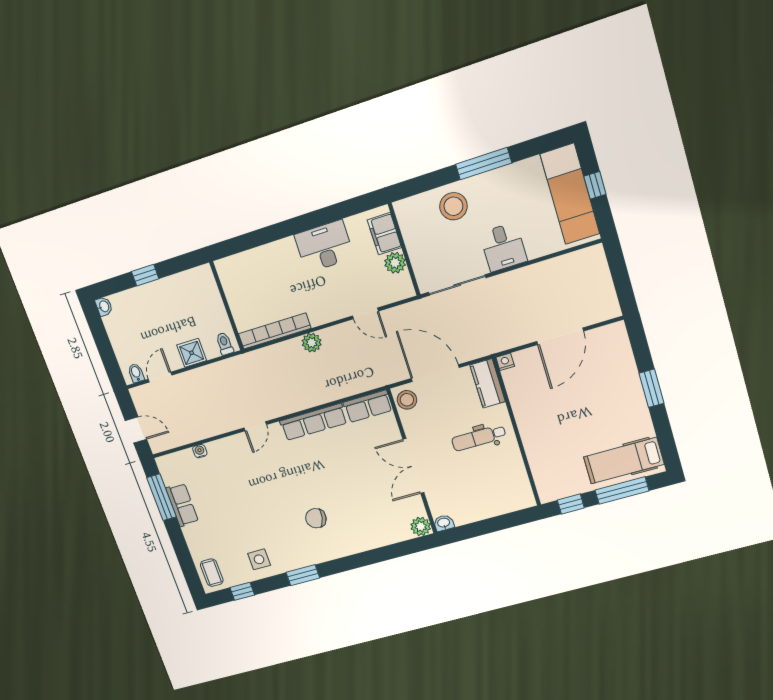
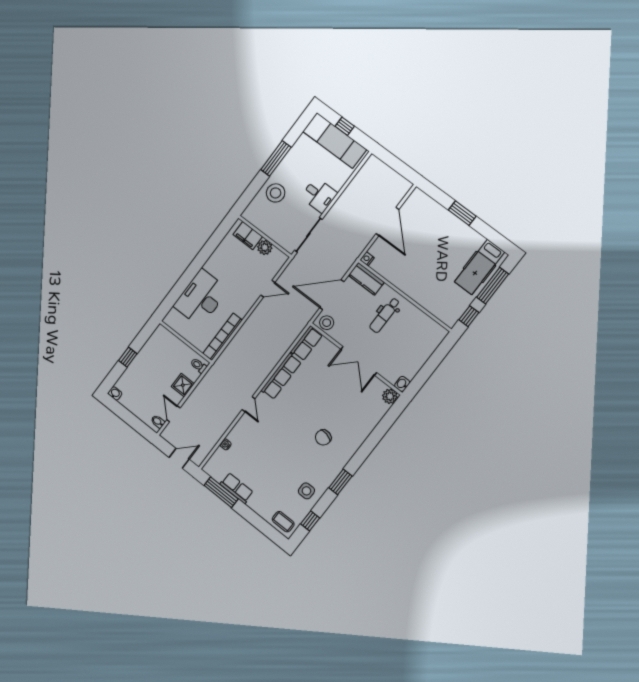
desk: (324, 246) -> (201, 298), moved, width x1.36, depth x1.30
plant: (312, 343) -> (248, 328), removed

